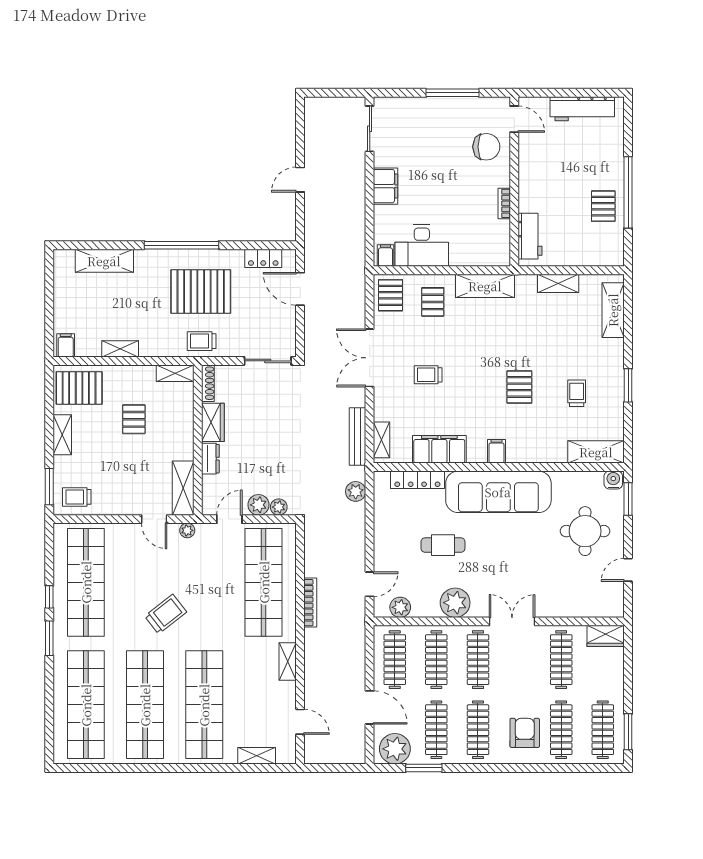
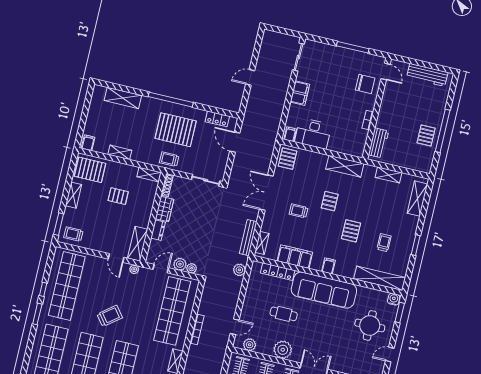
pallet: (433, 302) -> (330, 201), moved
pallet: (134, 419) -> (118, 196), turned 90
shelving: (596, 452) -> (380, 278), width x1.47

